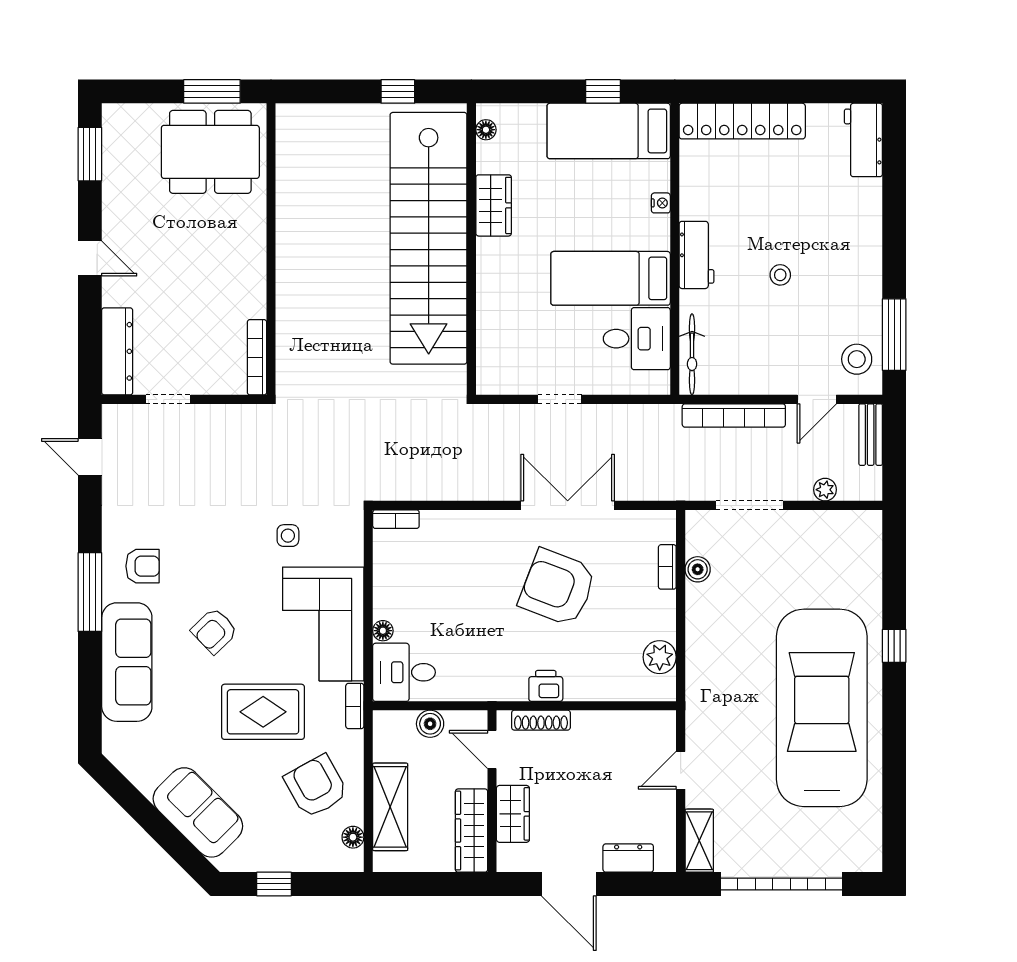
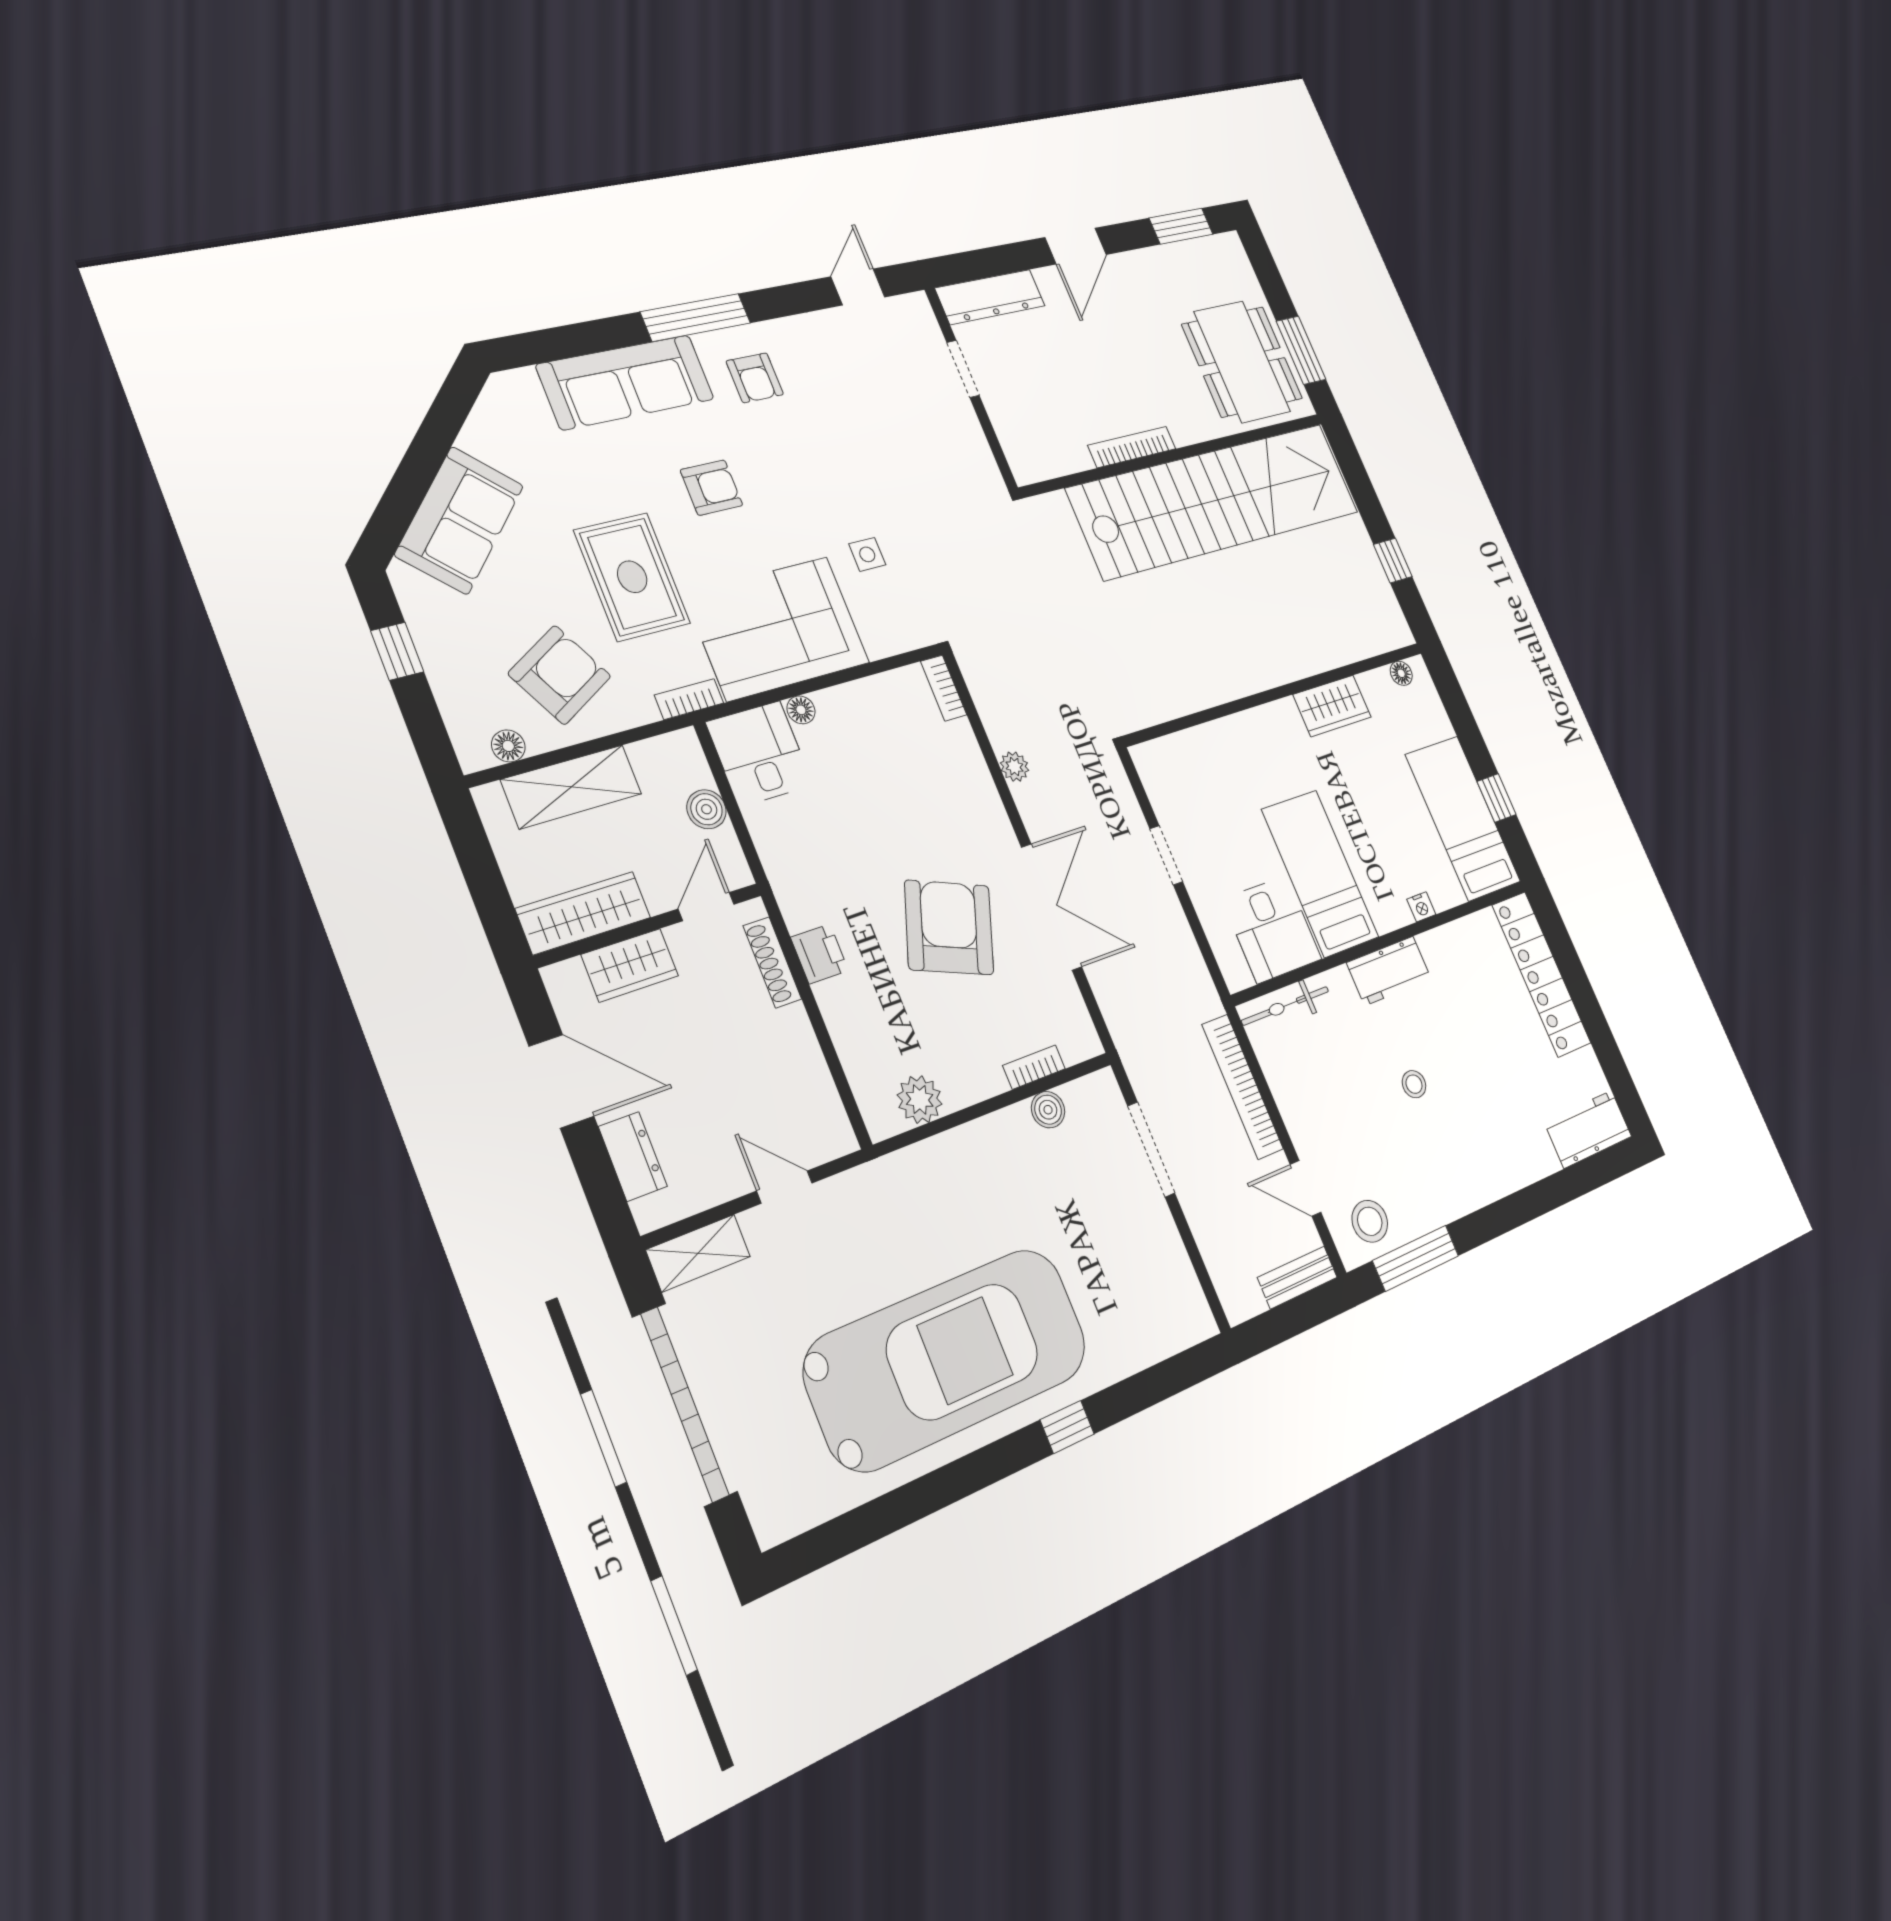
stairs: (429, 238) -> (1215, 500), moved, turned 180
door: (90, 258) -> (1076, 246), width x1.38
bookcase: (257, 357) -> (1132, 447), moved
plant: (825, 490) -> (1014, 767), moved
armchair: (214, 631) -> (711, 488), turned 134
door: (569, 884) -> (561, 1081), swing flipped

